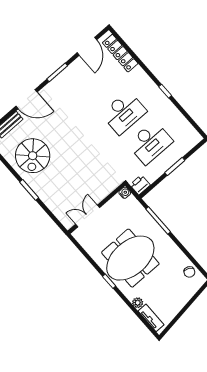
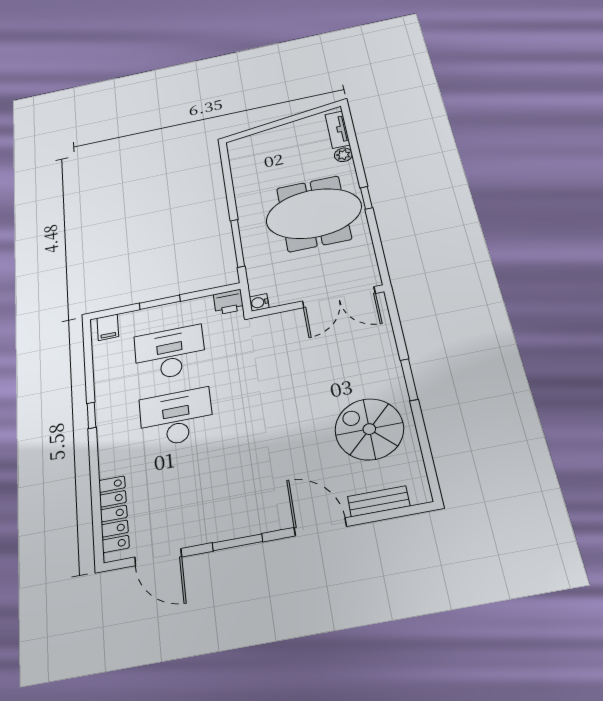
door: (87, 46) -> (158, 557), swing flipped
filing cabinet: (191, 139) -> (108, 327), added
spiral stairs: (33, 156) -> (369, 429), turned -90
double door: (88, 216) -> (339, 297), width x1.37
chair: (189, 272) -> (243, 161), removed

